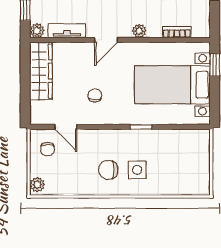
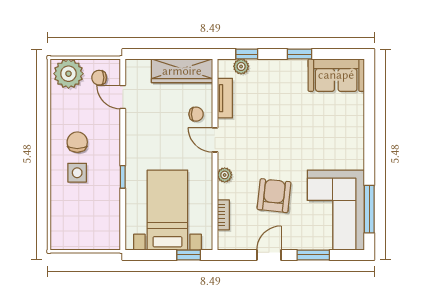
plant: (37, 31) -> (241, 66), moved
chair: (95, 95) -> (196, 114), moved
door: (66, 127) -> (123, 97), hinge flipped
plant: (37, 185) -> (68, 74), width x1.87, depth x1.87

